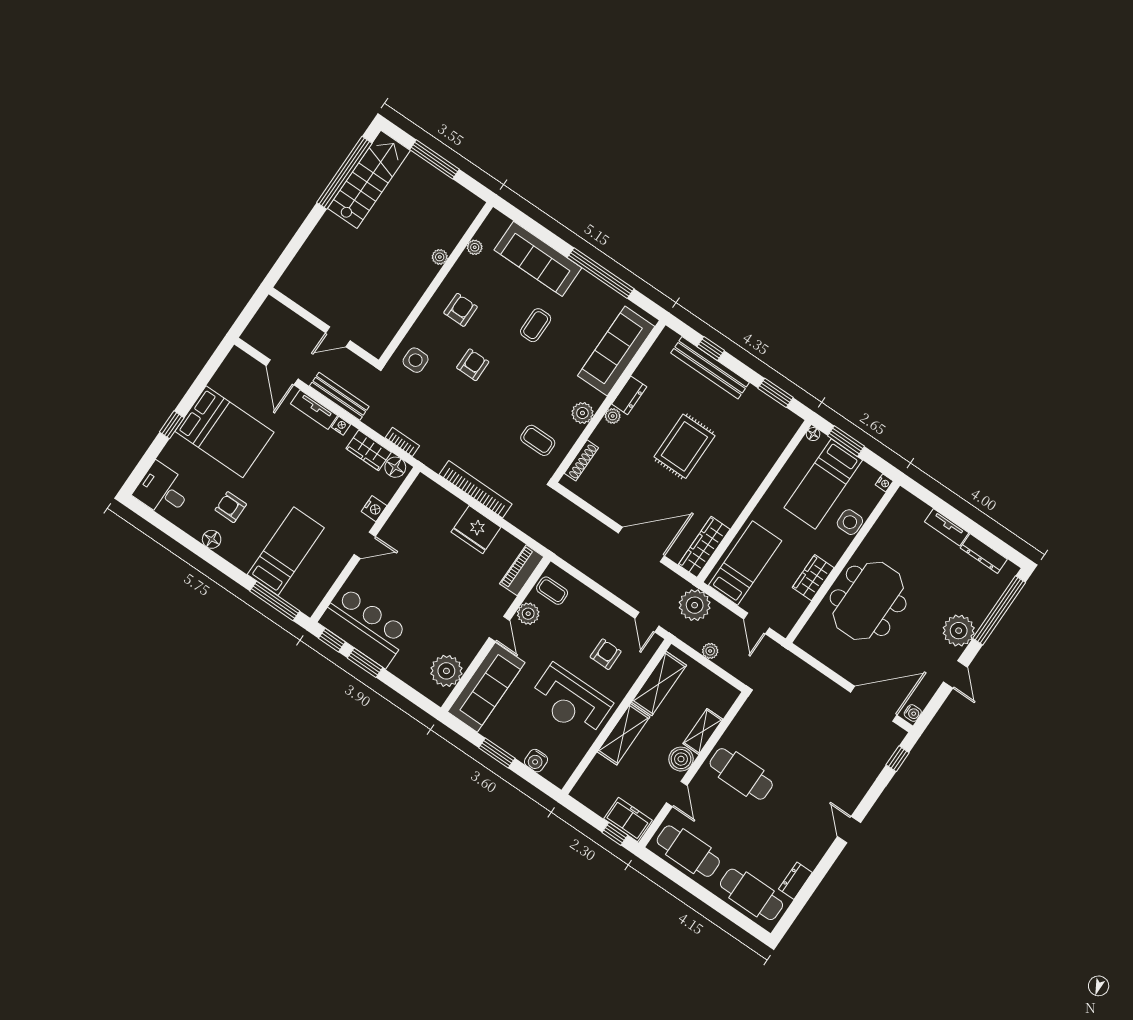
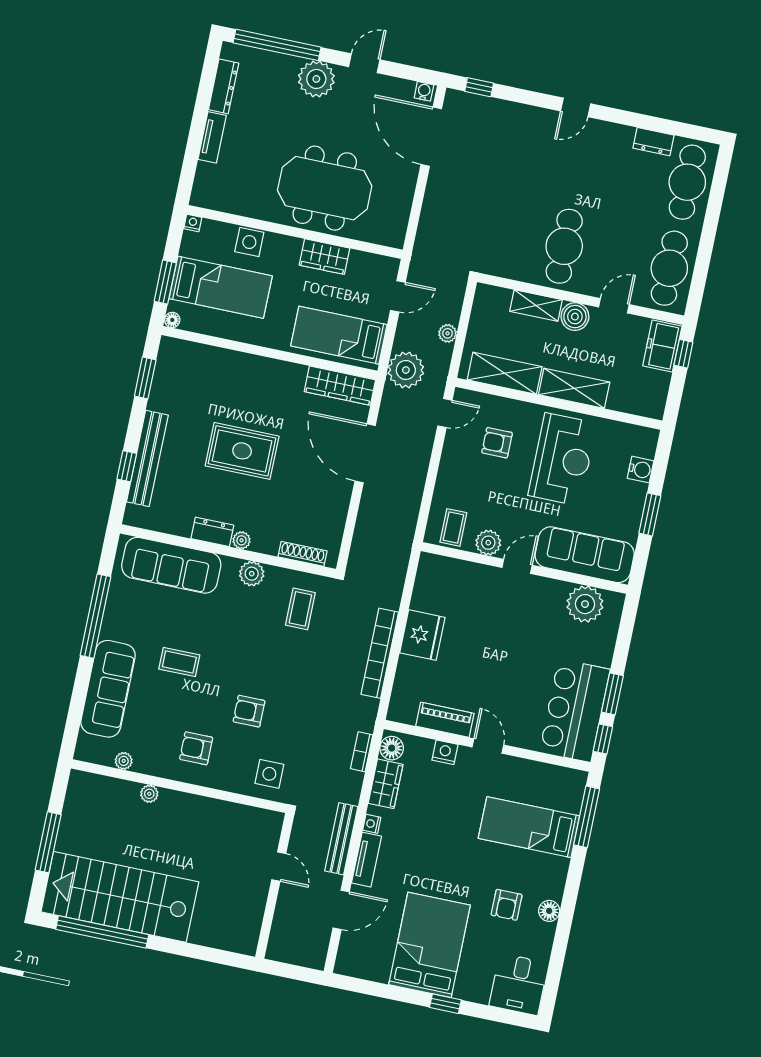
stairs: (369, 179) -> (120, 897), width x1.36, depth x1.51
piano: (522, 570) -> (445, 720), moved, turned 180

